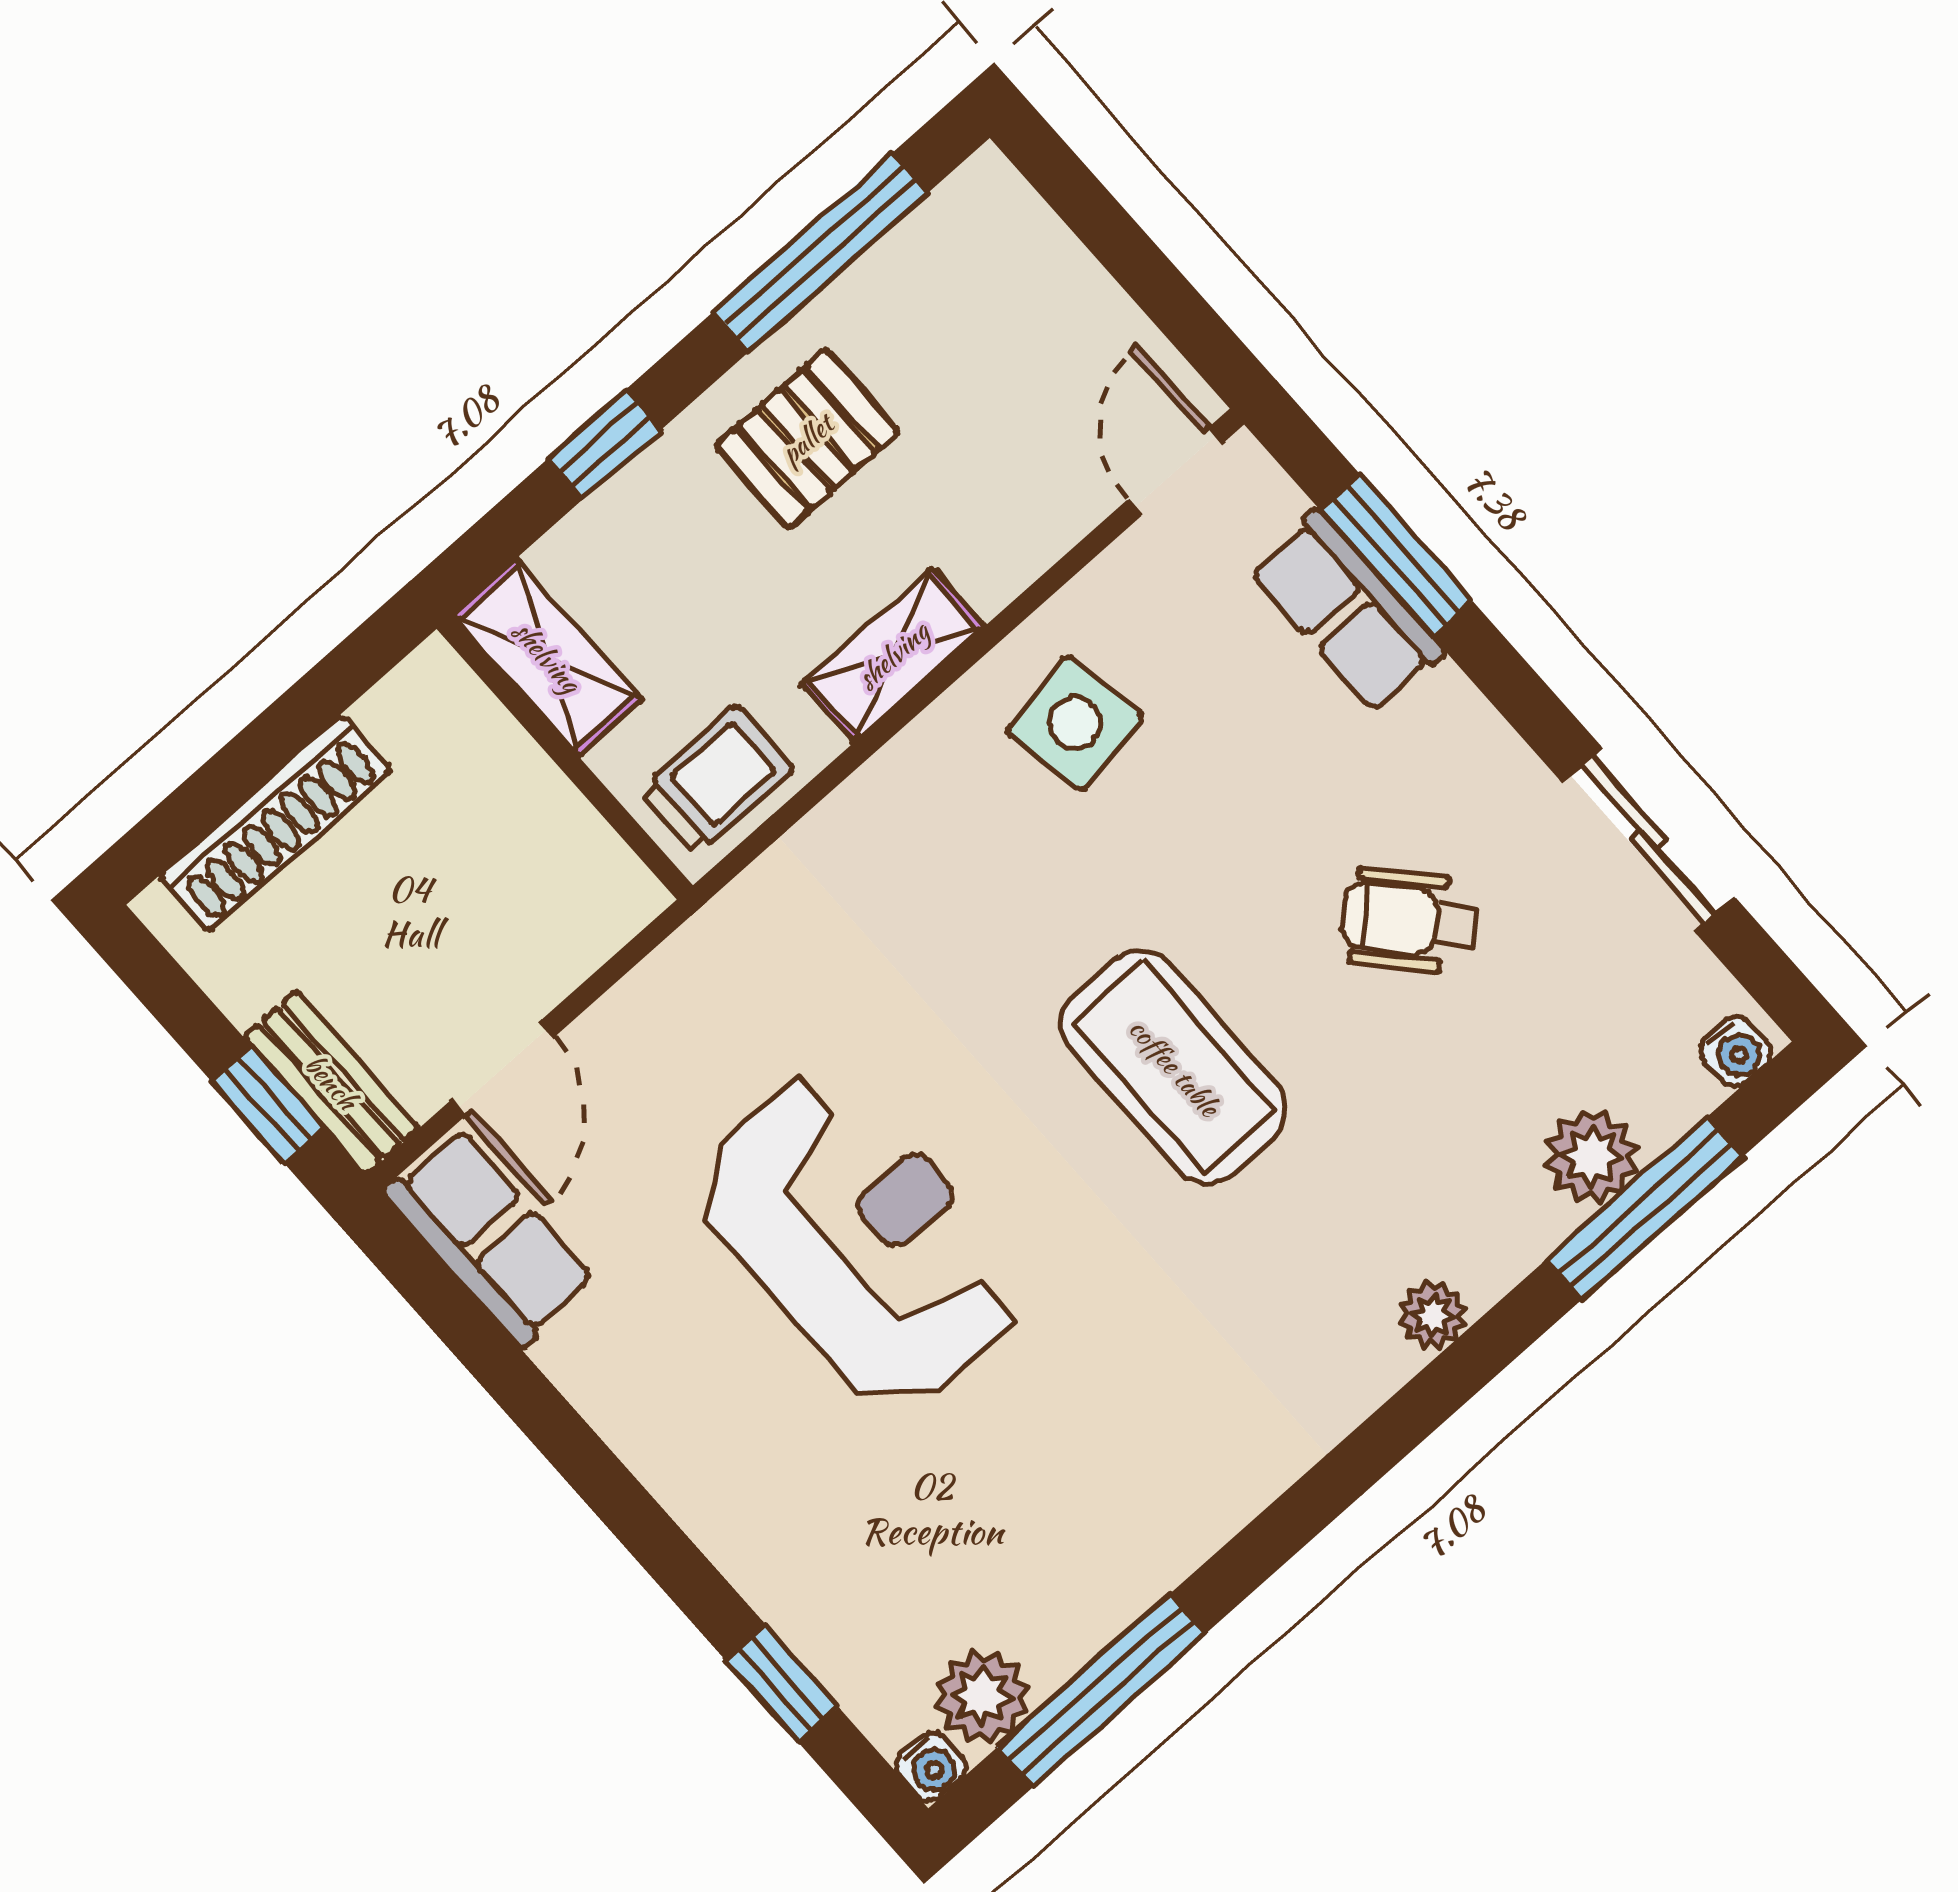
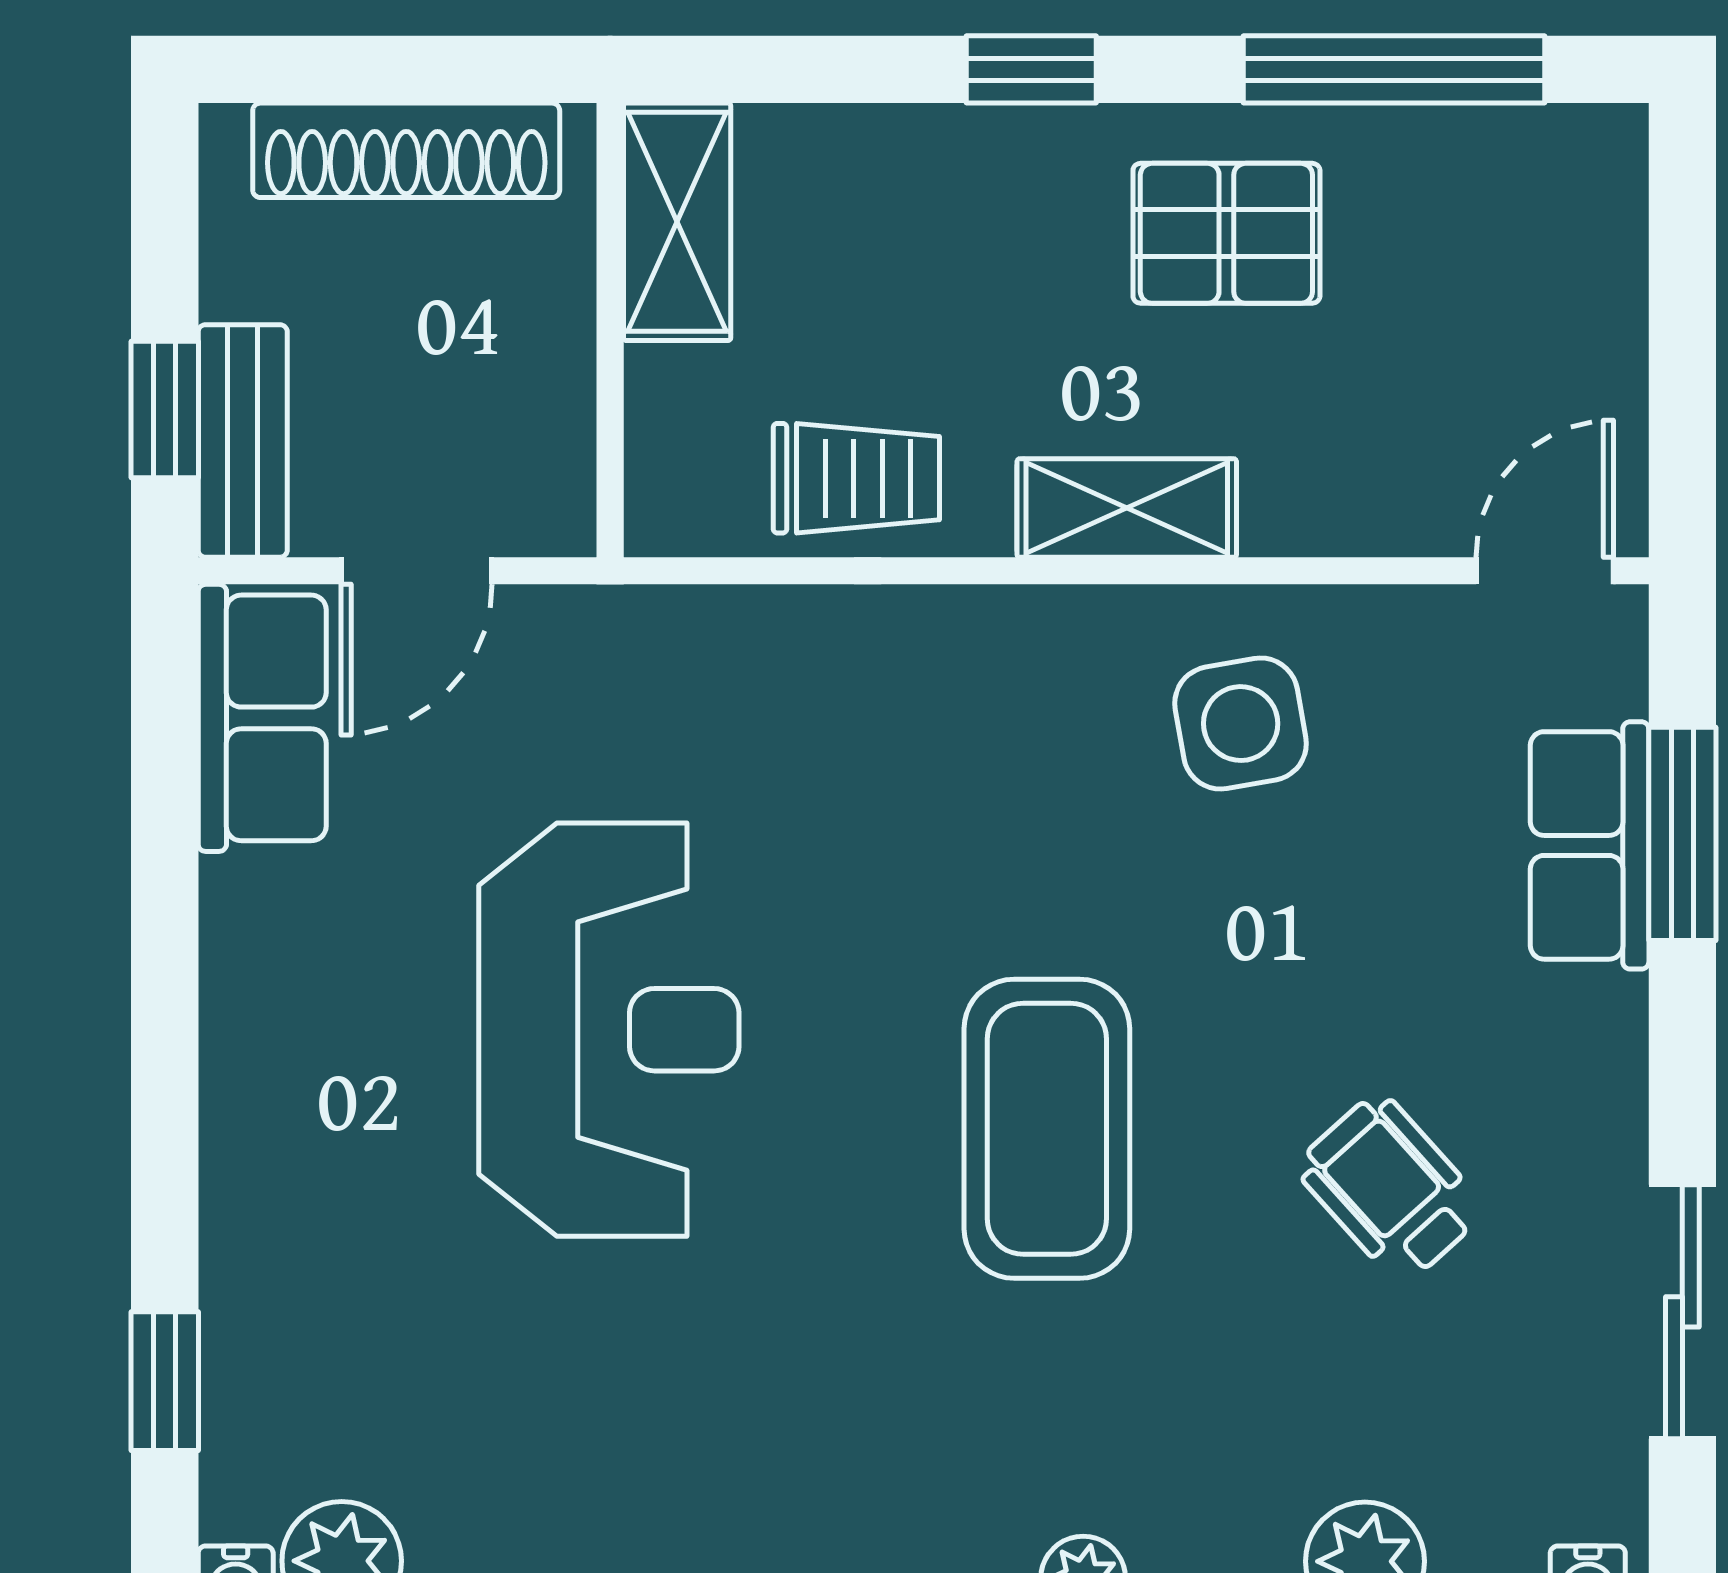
shelving: (547, 657) -> (677, 222), moved
wall: (565, 757) -> (610, 330), moved

